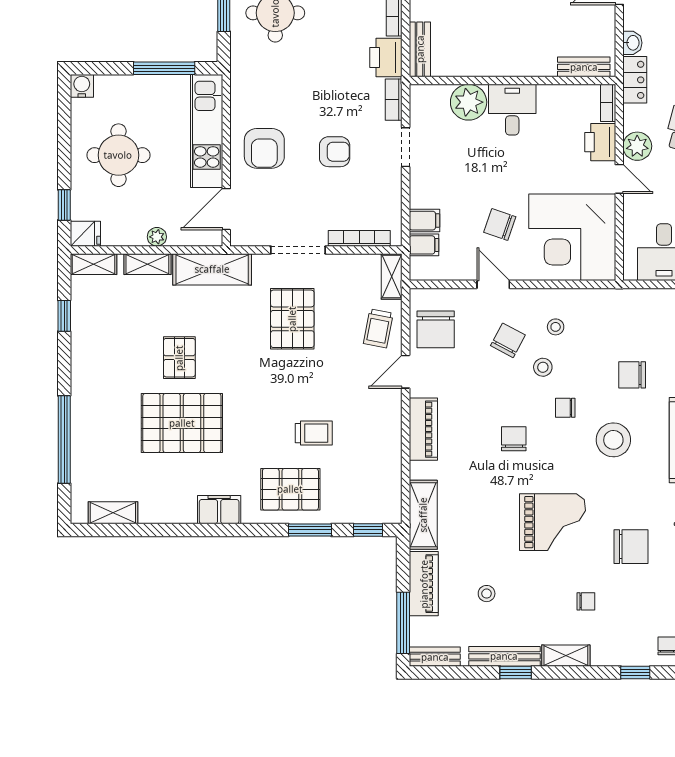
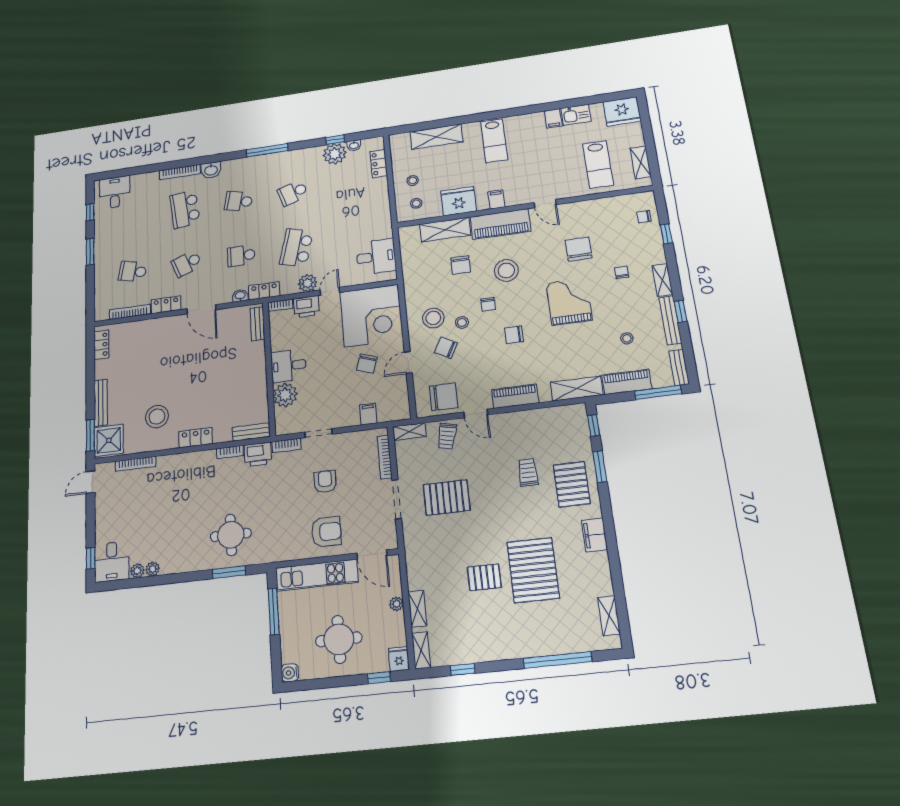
filing cabinet: (424, 245) -> (385, 412), removed
shelving: (212, 269) -> (417, 560), removed
stool: (556, 327) -> (433, 318), width x1.89, depth x1.89
trolley: (378, 328) -> (447, 436), turned 92

